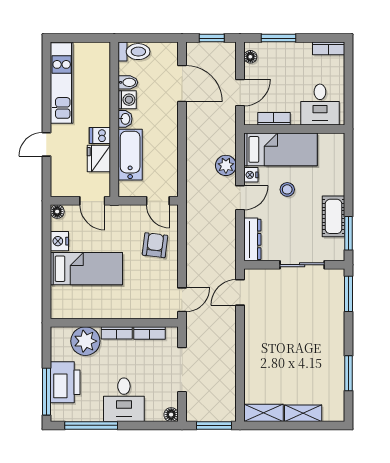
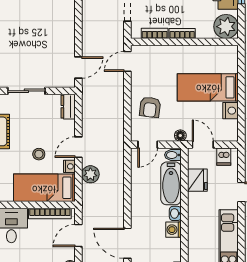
bidet: (128, 82) -> (173, 155), moved
bookcase: (274, 119) -> (50, 214), width x1.56
dishwasher: (100, 135) -> (224, 157), moved, turned 90
door: (158, 201) -> (148, 145), swing flipped
floor lamp: (57, 212) -> (180, 136), moved
dresser: (252, 239) -> (68, 107), width x0.70
plant: (85, 341) -> (226, 27), moved

